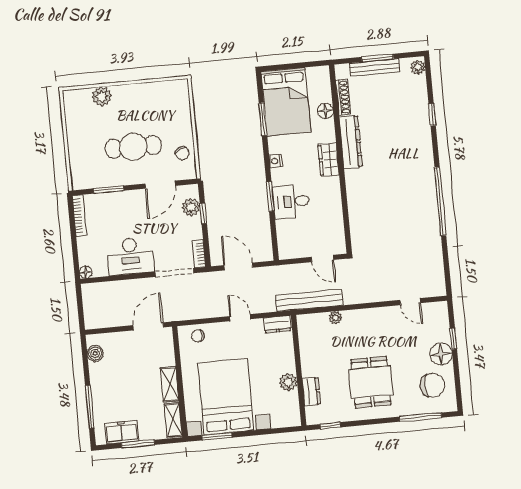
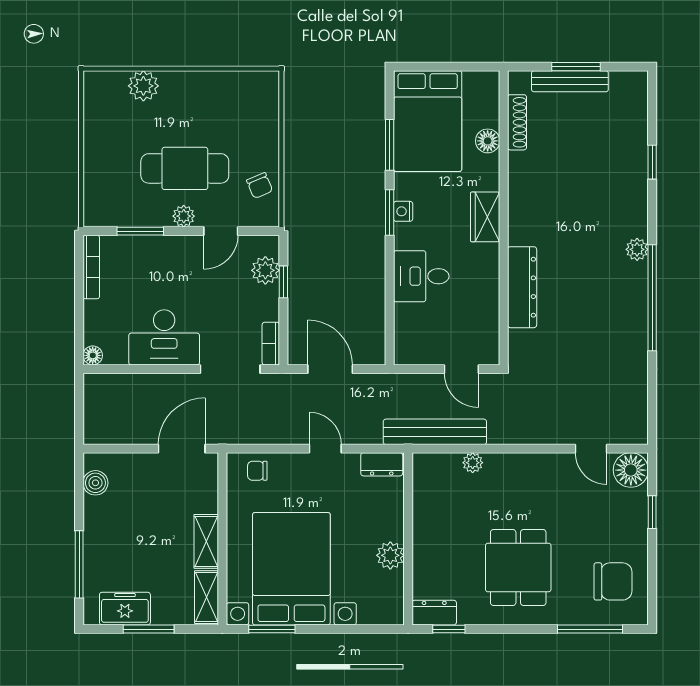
plant: (418, 67) -> (637, 249), moved
dresser: (351, 142) -> (522, 287), moved
plant: (135, 177) -> (184, 216), added
door: (160, 185) -> (221, 231), width x0.73
window: (270, 196) -> (390, 212), moved
floor lamp: (441, 354) -> (631, 470), moved
dresser: (311, 391) -> (434, 613), moved, turned -90

